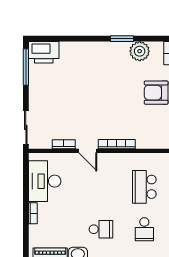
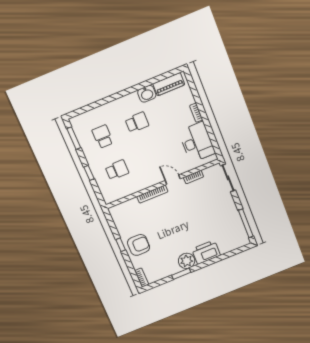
plant: (140, 51) -> (187, 261), moved
printer: (44, 52) -> (206, 252), moved
school desk: (144, 187) -> (117, 170), width x0.54
school desk: (101, 229) -> (137, 122), turned 180

